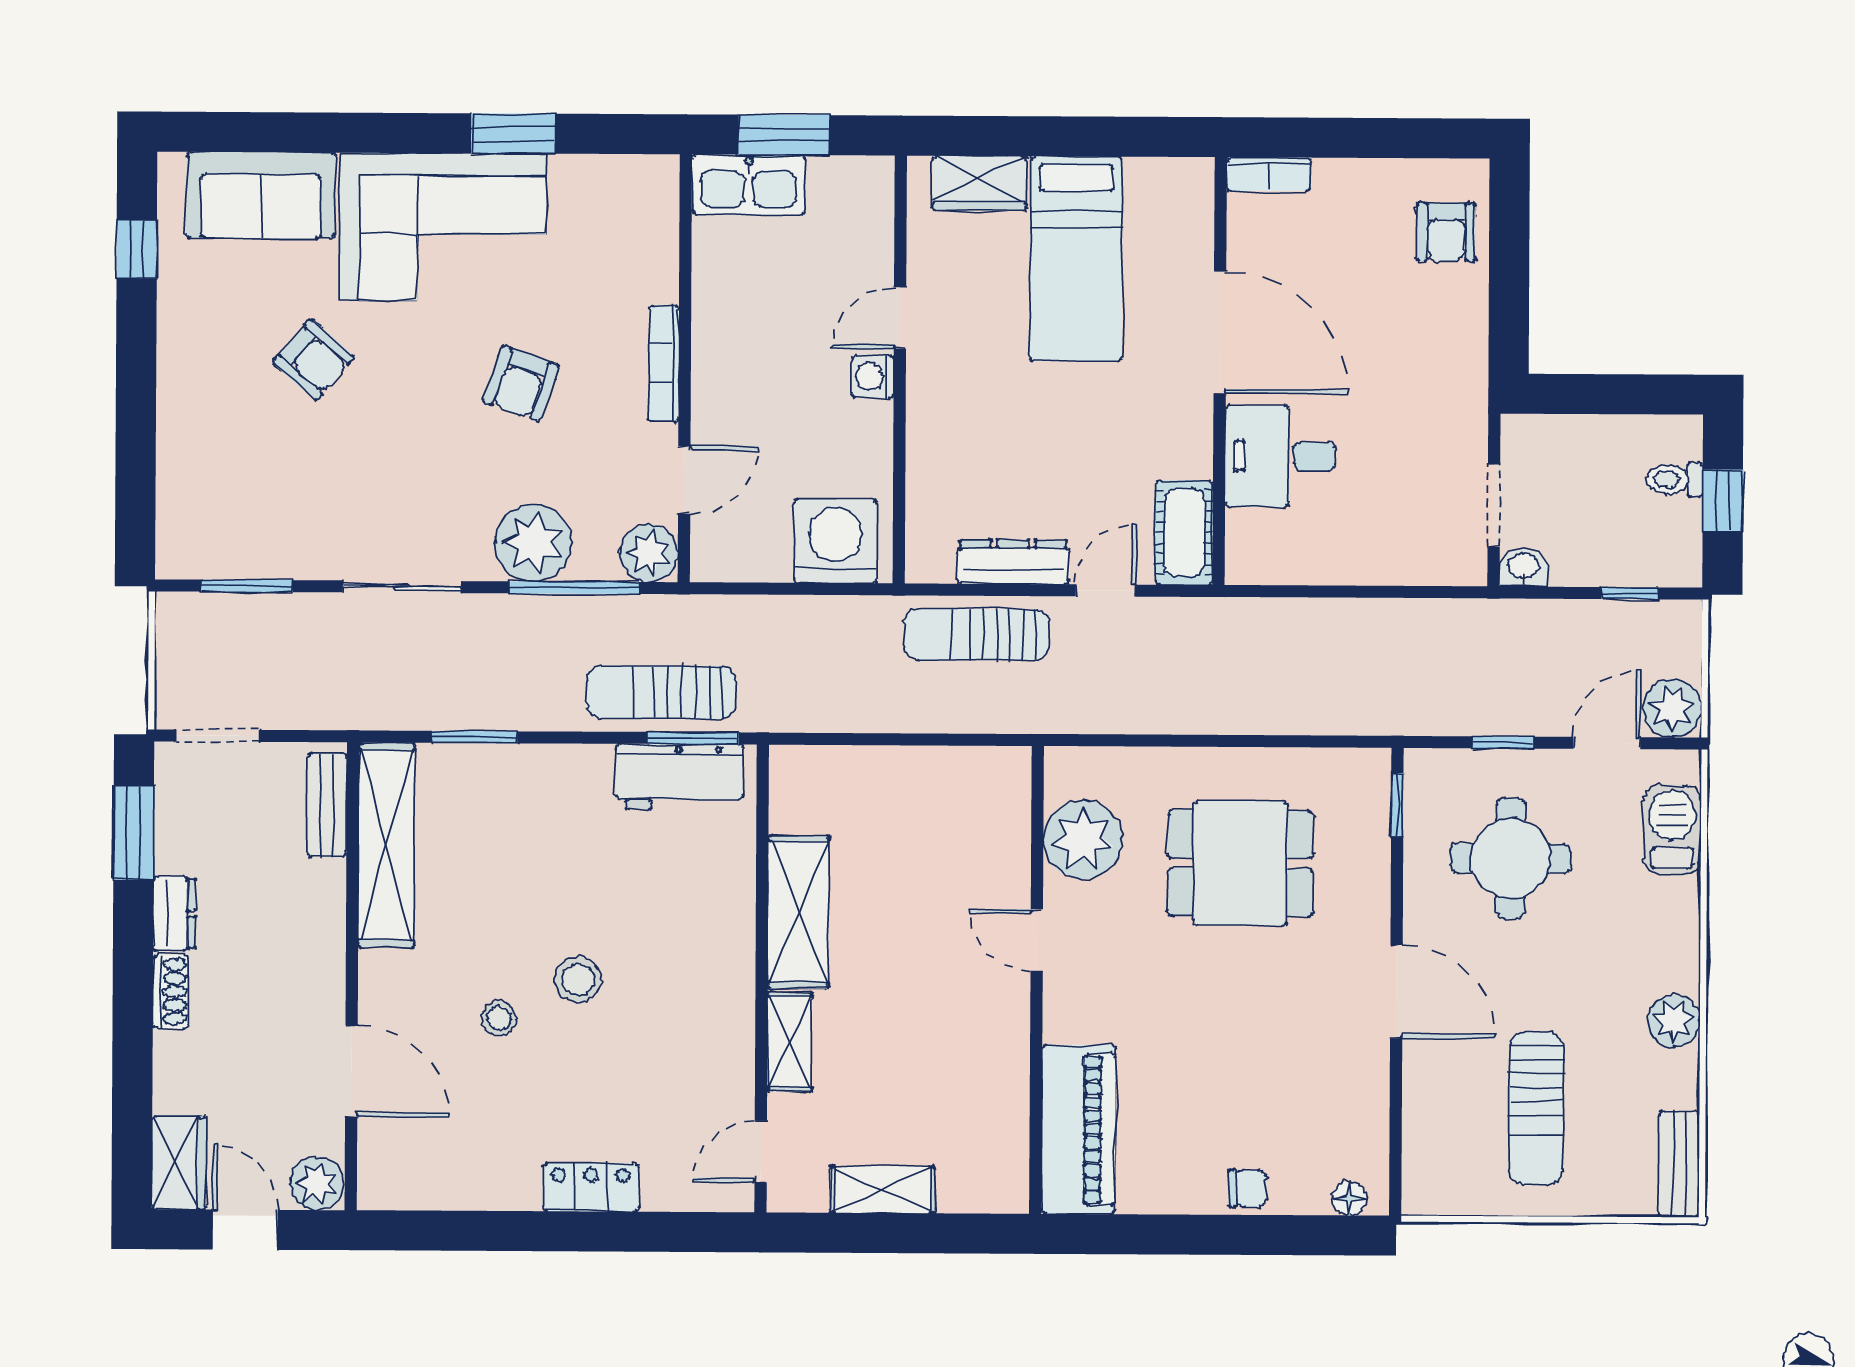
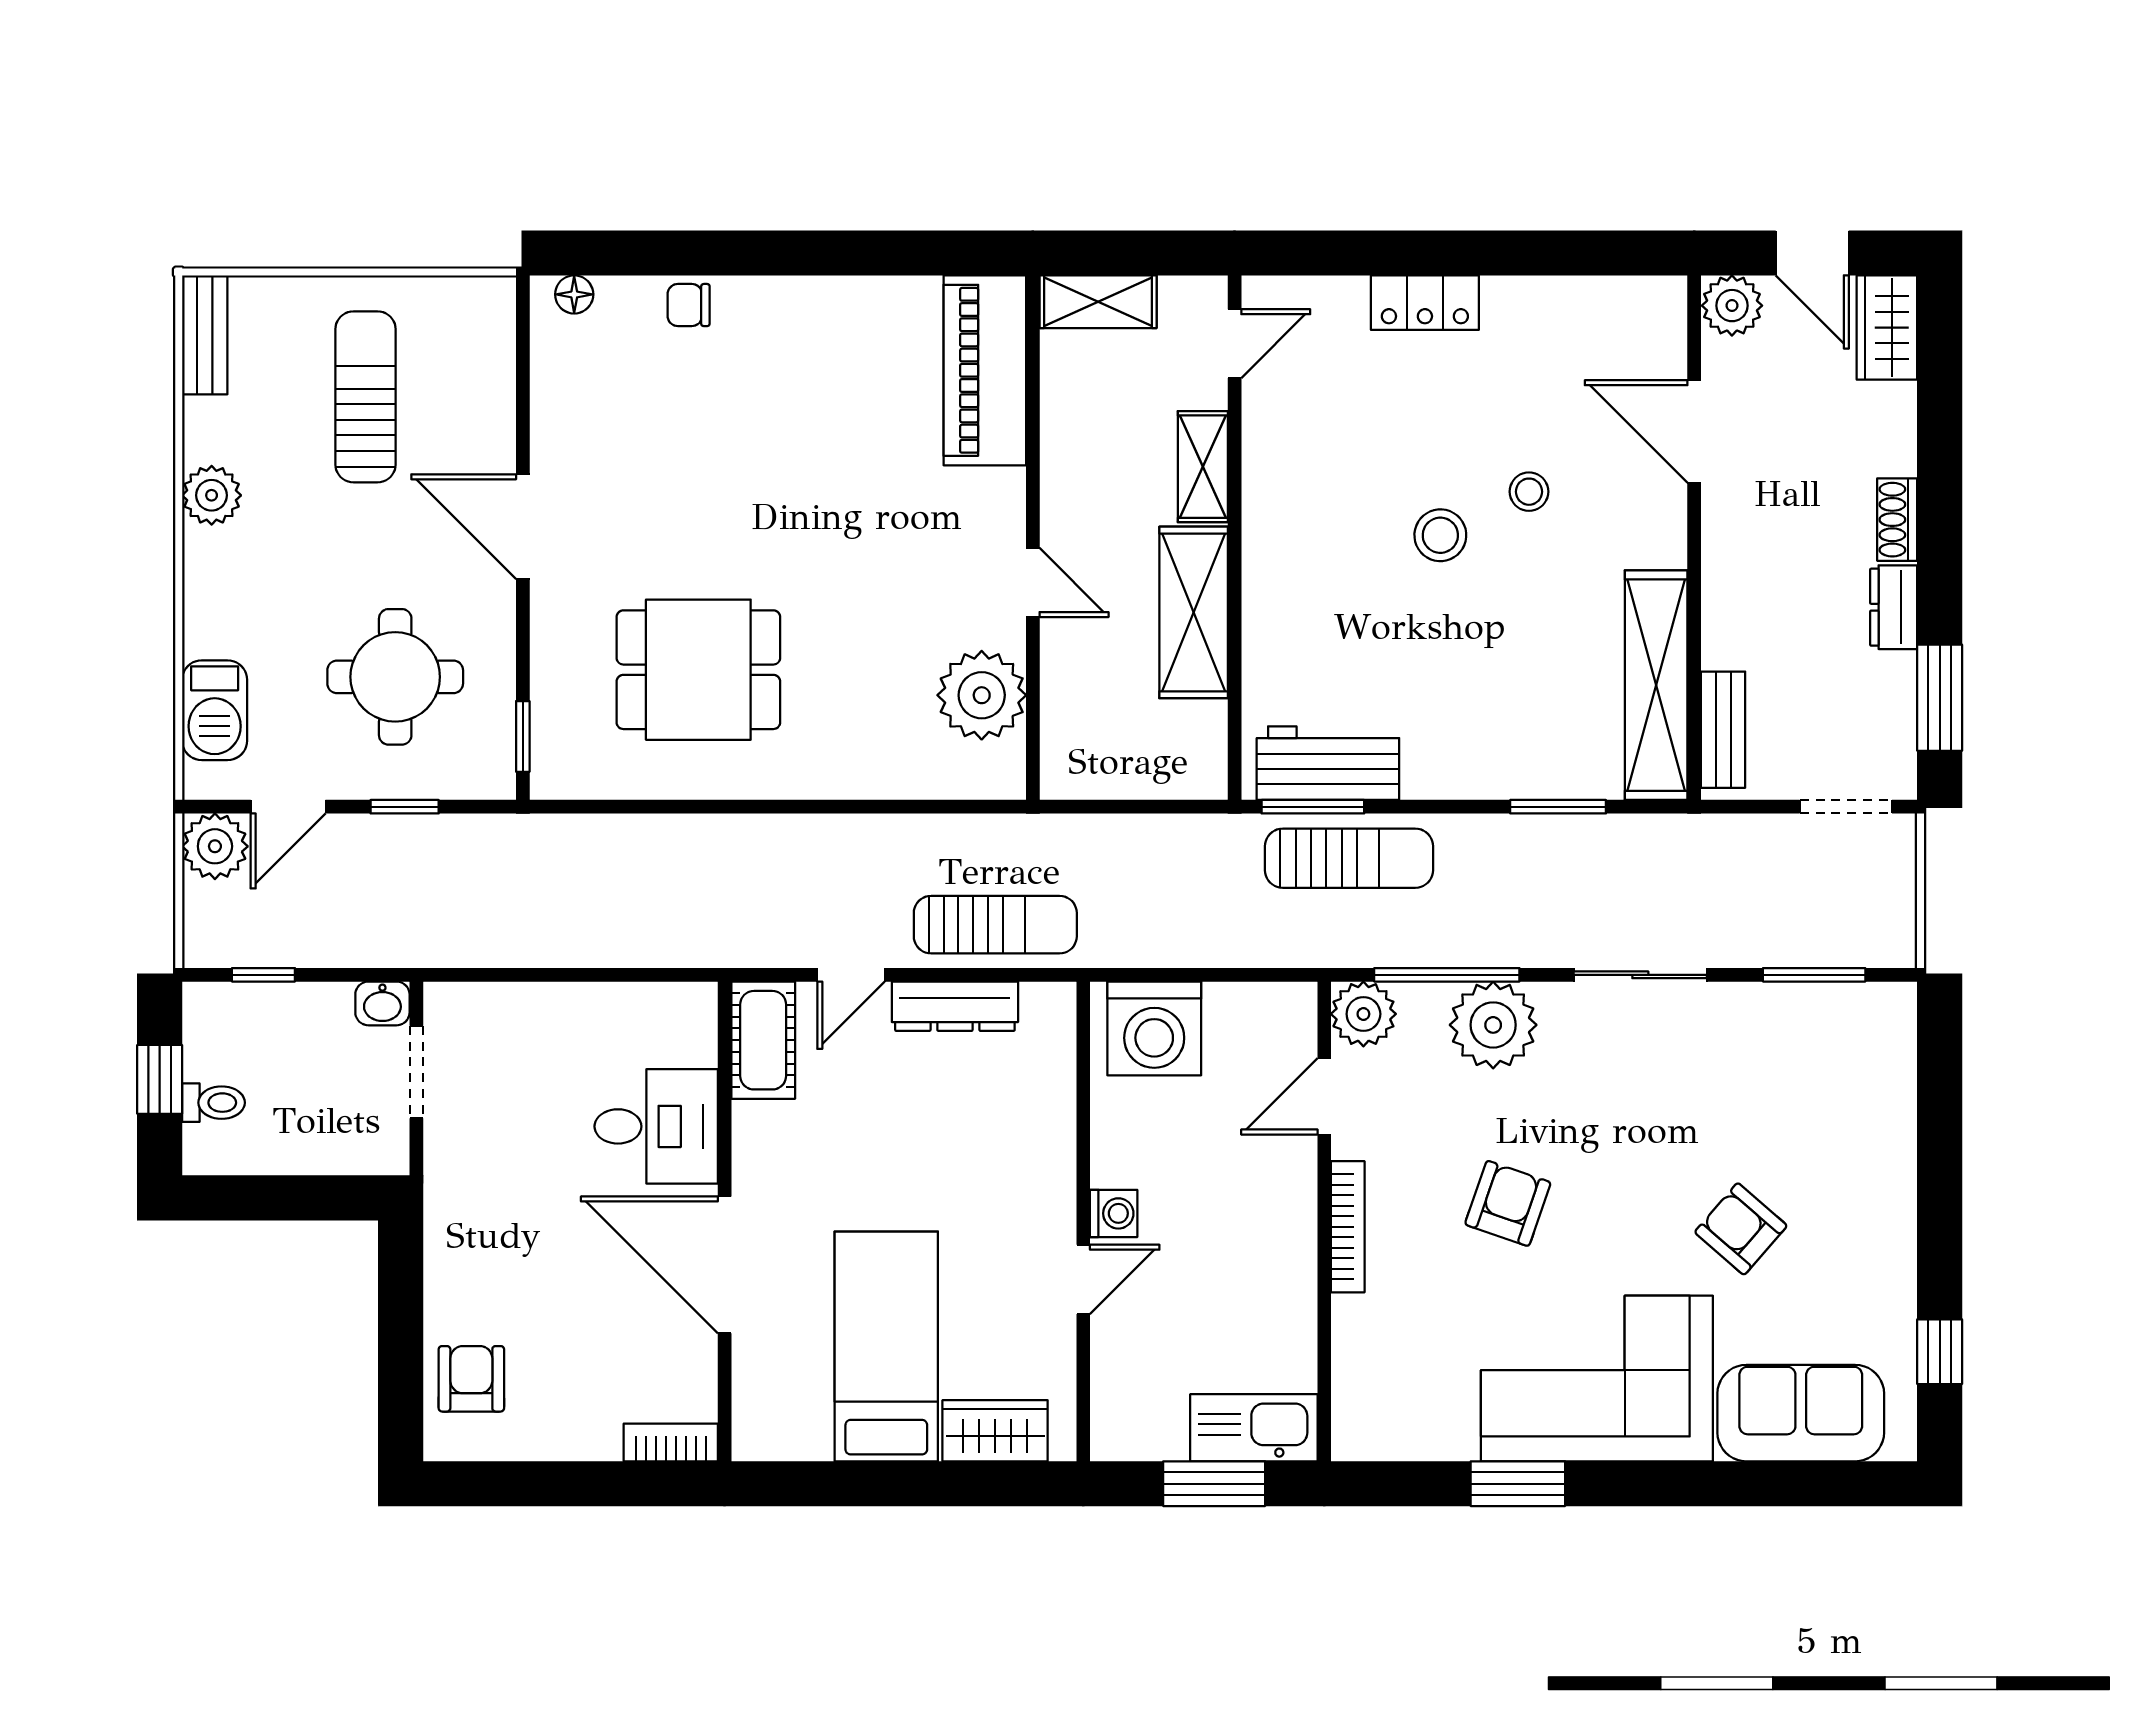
plant: (1083, 840) -> (982, 695), moved
door: (1037, 940) -> (1033, 583), moved
wall: (1037, 980) -> (1033, 538), moved
piano: (1079, 1129) -> (985, 370), moved

